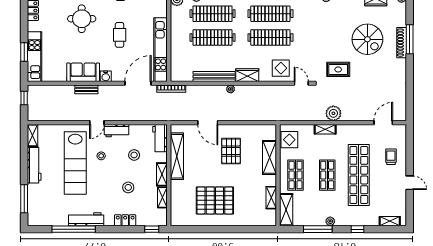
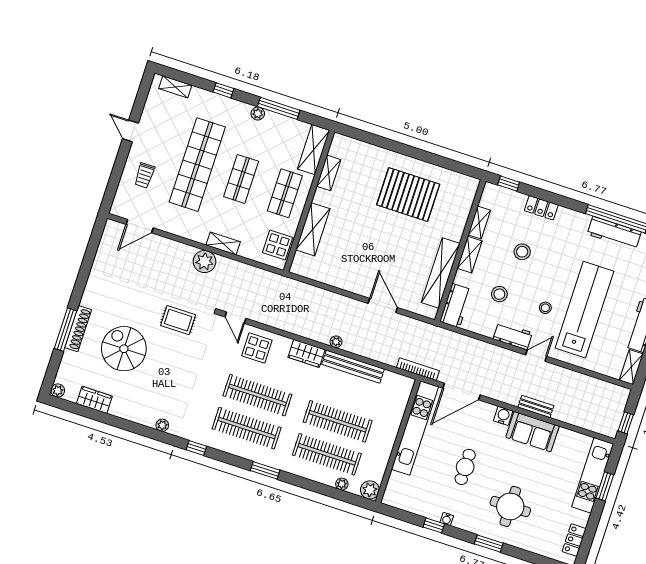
pallet: (231, 151) -> (363, 256), removed
workbench: (86, 219) -> (614, 233), moved

